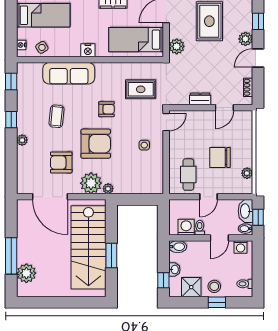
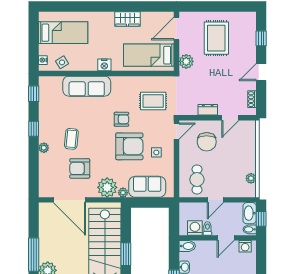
plant: (245, 39) -> (250, 54), removed
coffee table: (57, 116) -> (71, 139), moved
armchair: (96, 144) -> (129, 146), moved
chair: (220, 157) -> (207, 142), moved, turned -90
sofa: (134, 182) -> (147, 187), added

